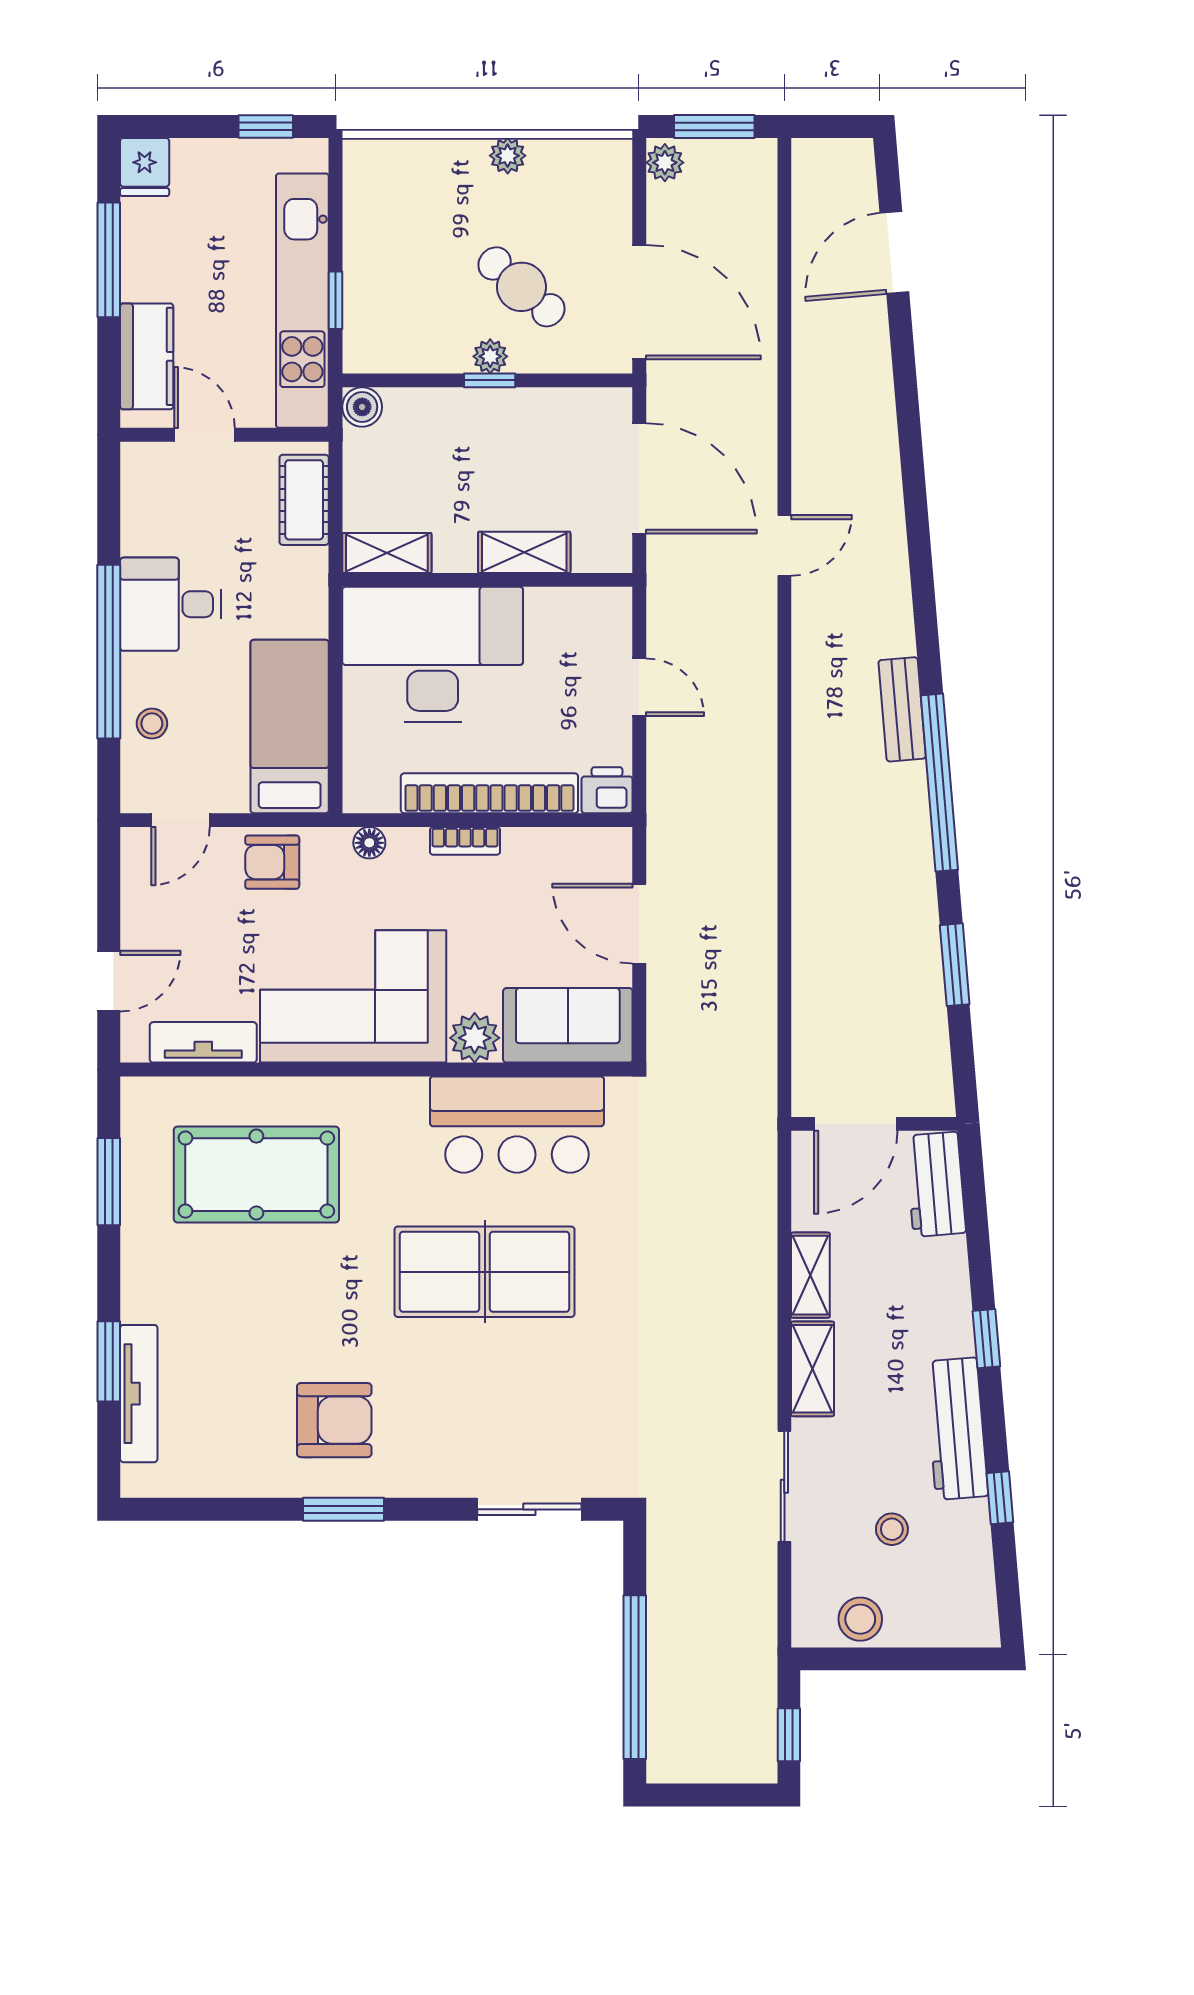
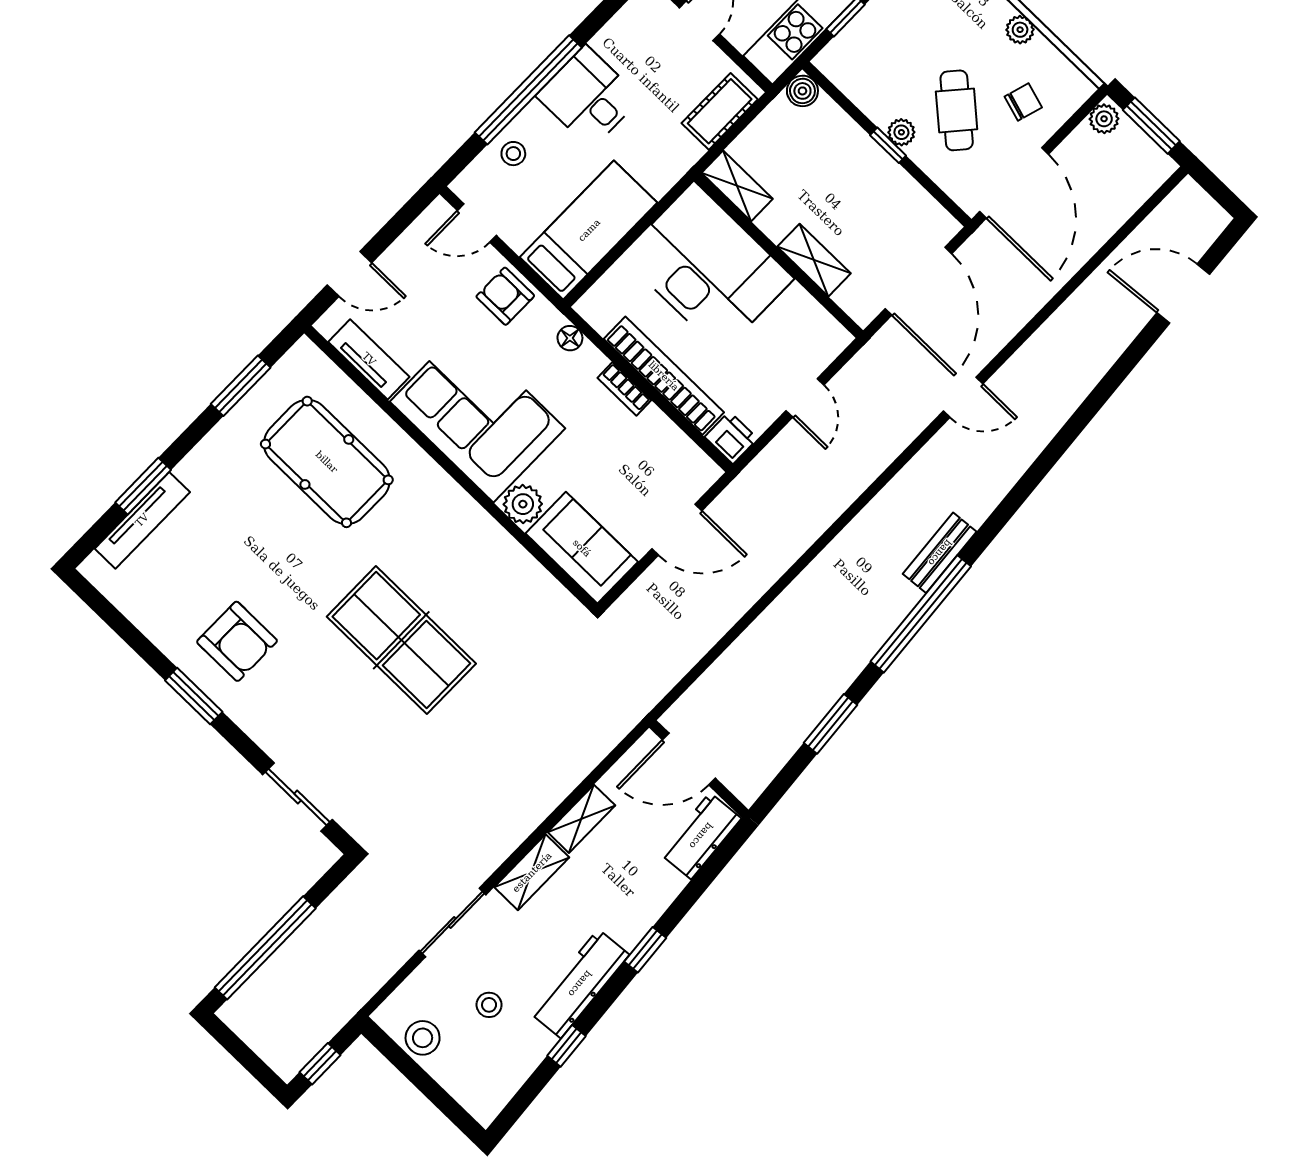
chair: (575, 219) -> (1023, 102), added
door: (639, 924) -> (677, 530), swing flipped
bar counter: (517, 1125) -> (499, 575), removed

